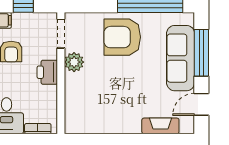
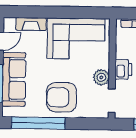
armchair: (122, 37) -> (61, 97), turned 180
corner sofa: (106, 109) -> (76, 39), added

